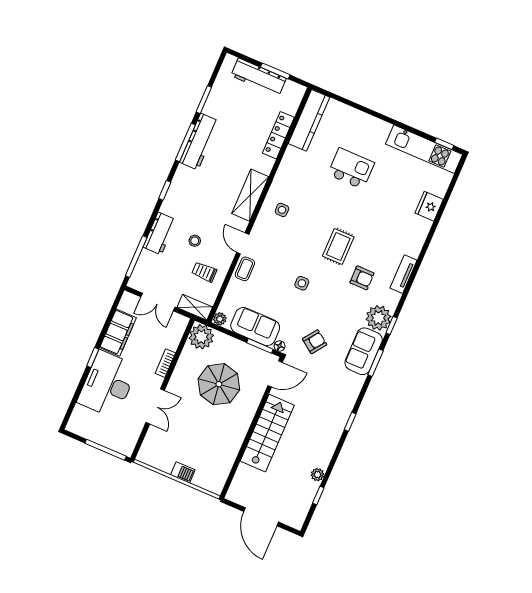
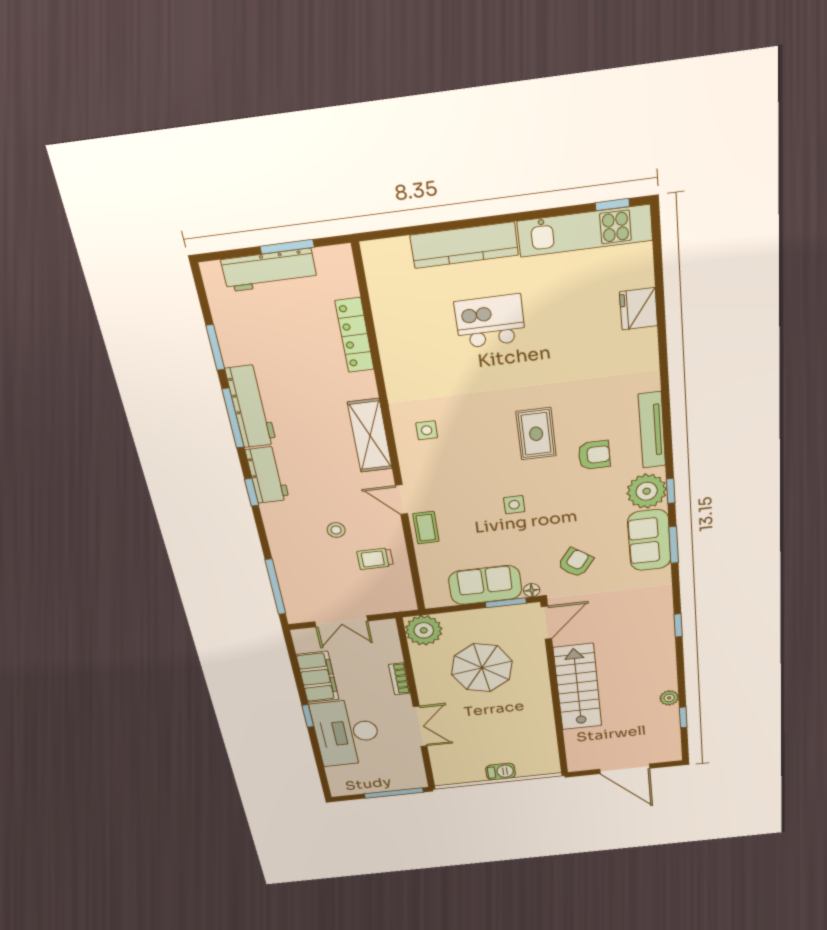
kitchen counter: (309, 120) -> (464, 245), moved, turned 90
workbench: (160, 233) -> (267, 475), moved
tv unit: (404, 274) -> (652, 430), width x1.41
shelving: (195, 307) -> (392, 603), removed
plant: (220, 319) -> (433, 600), removed

